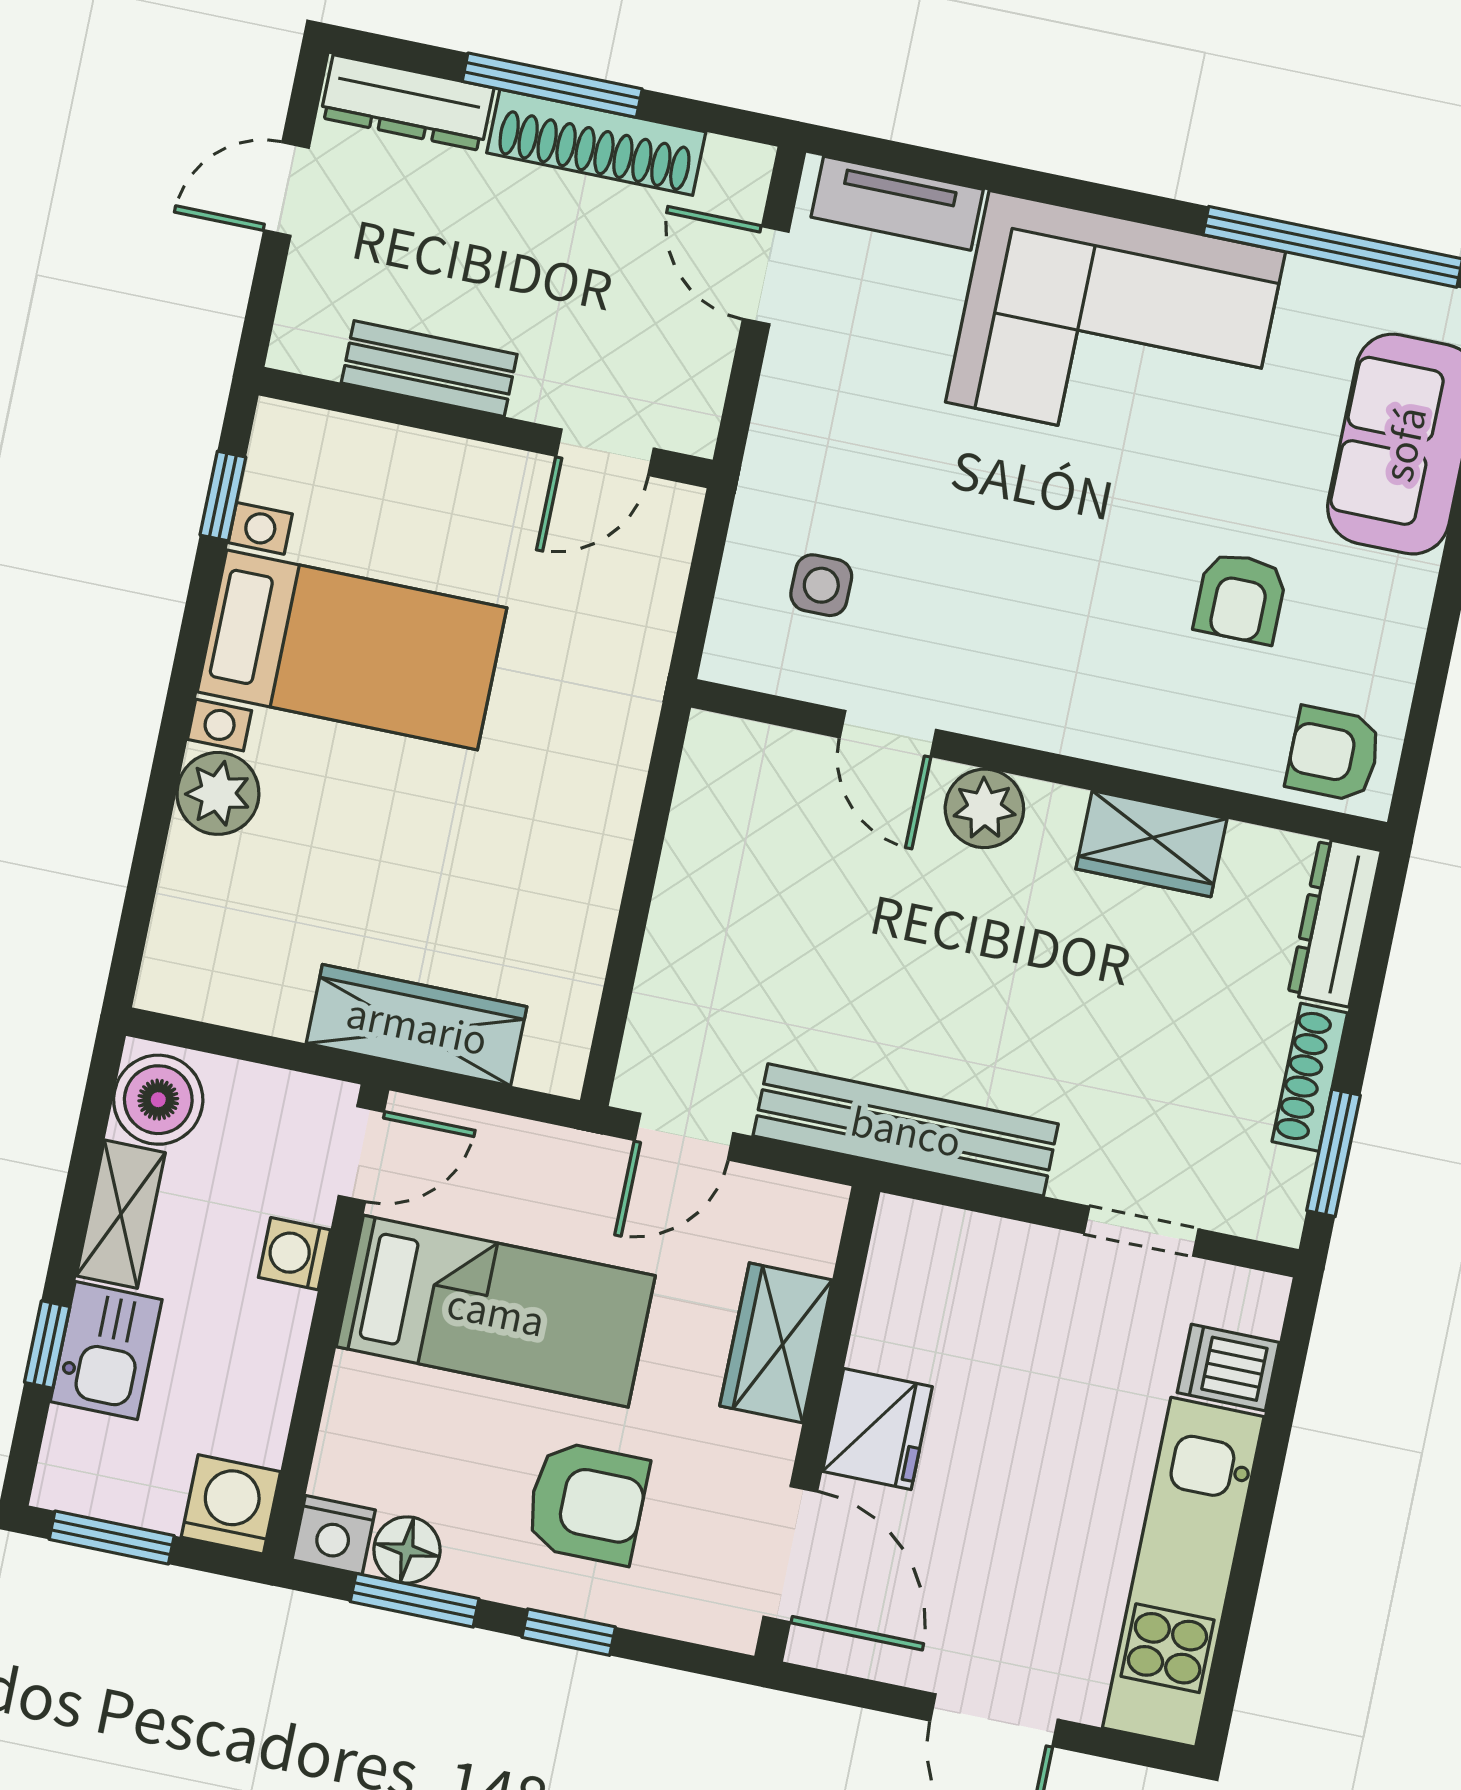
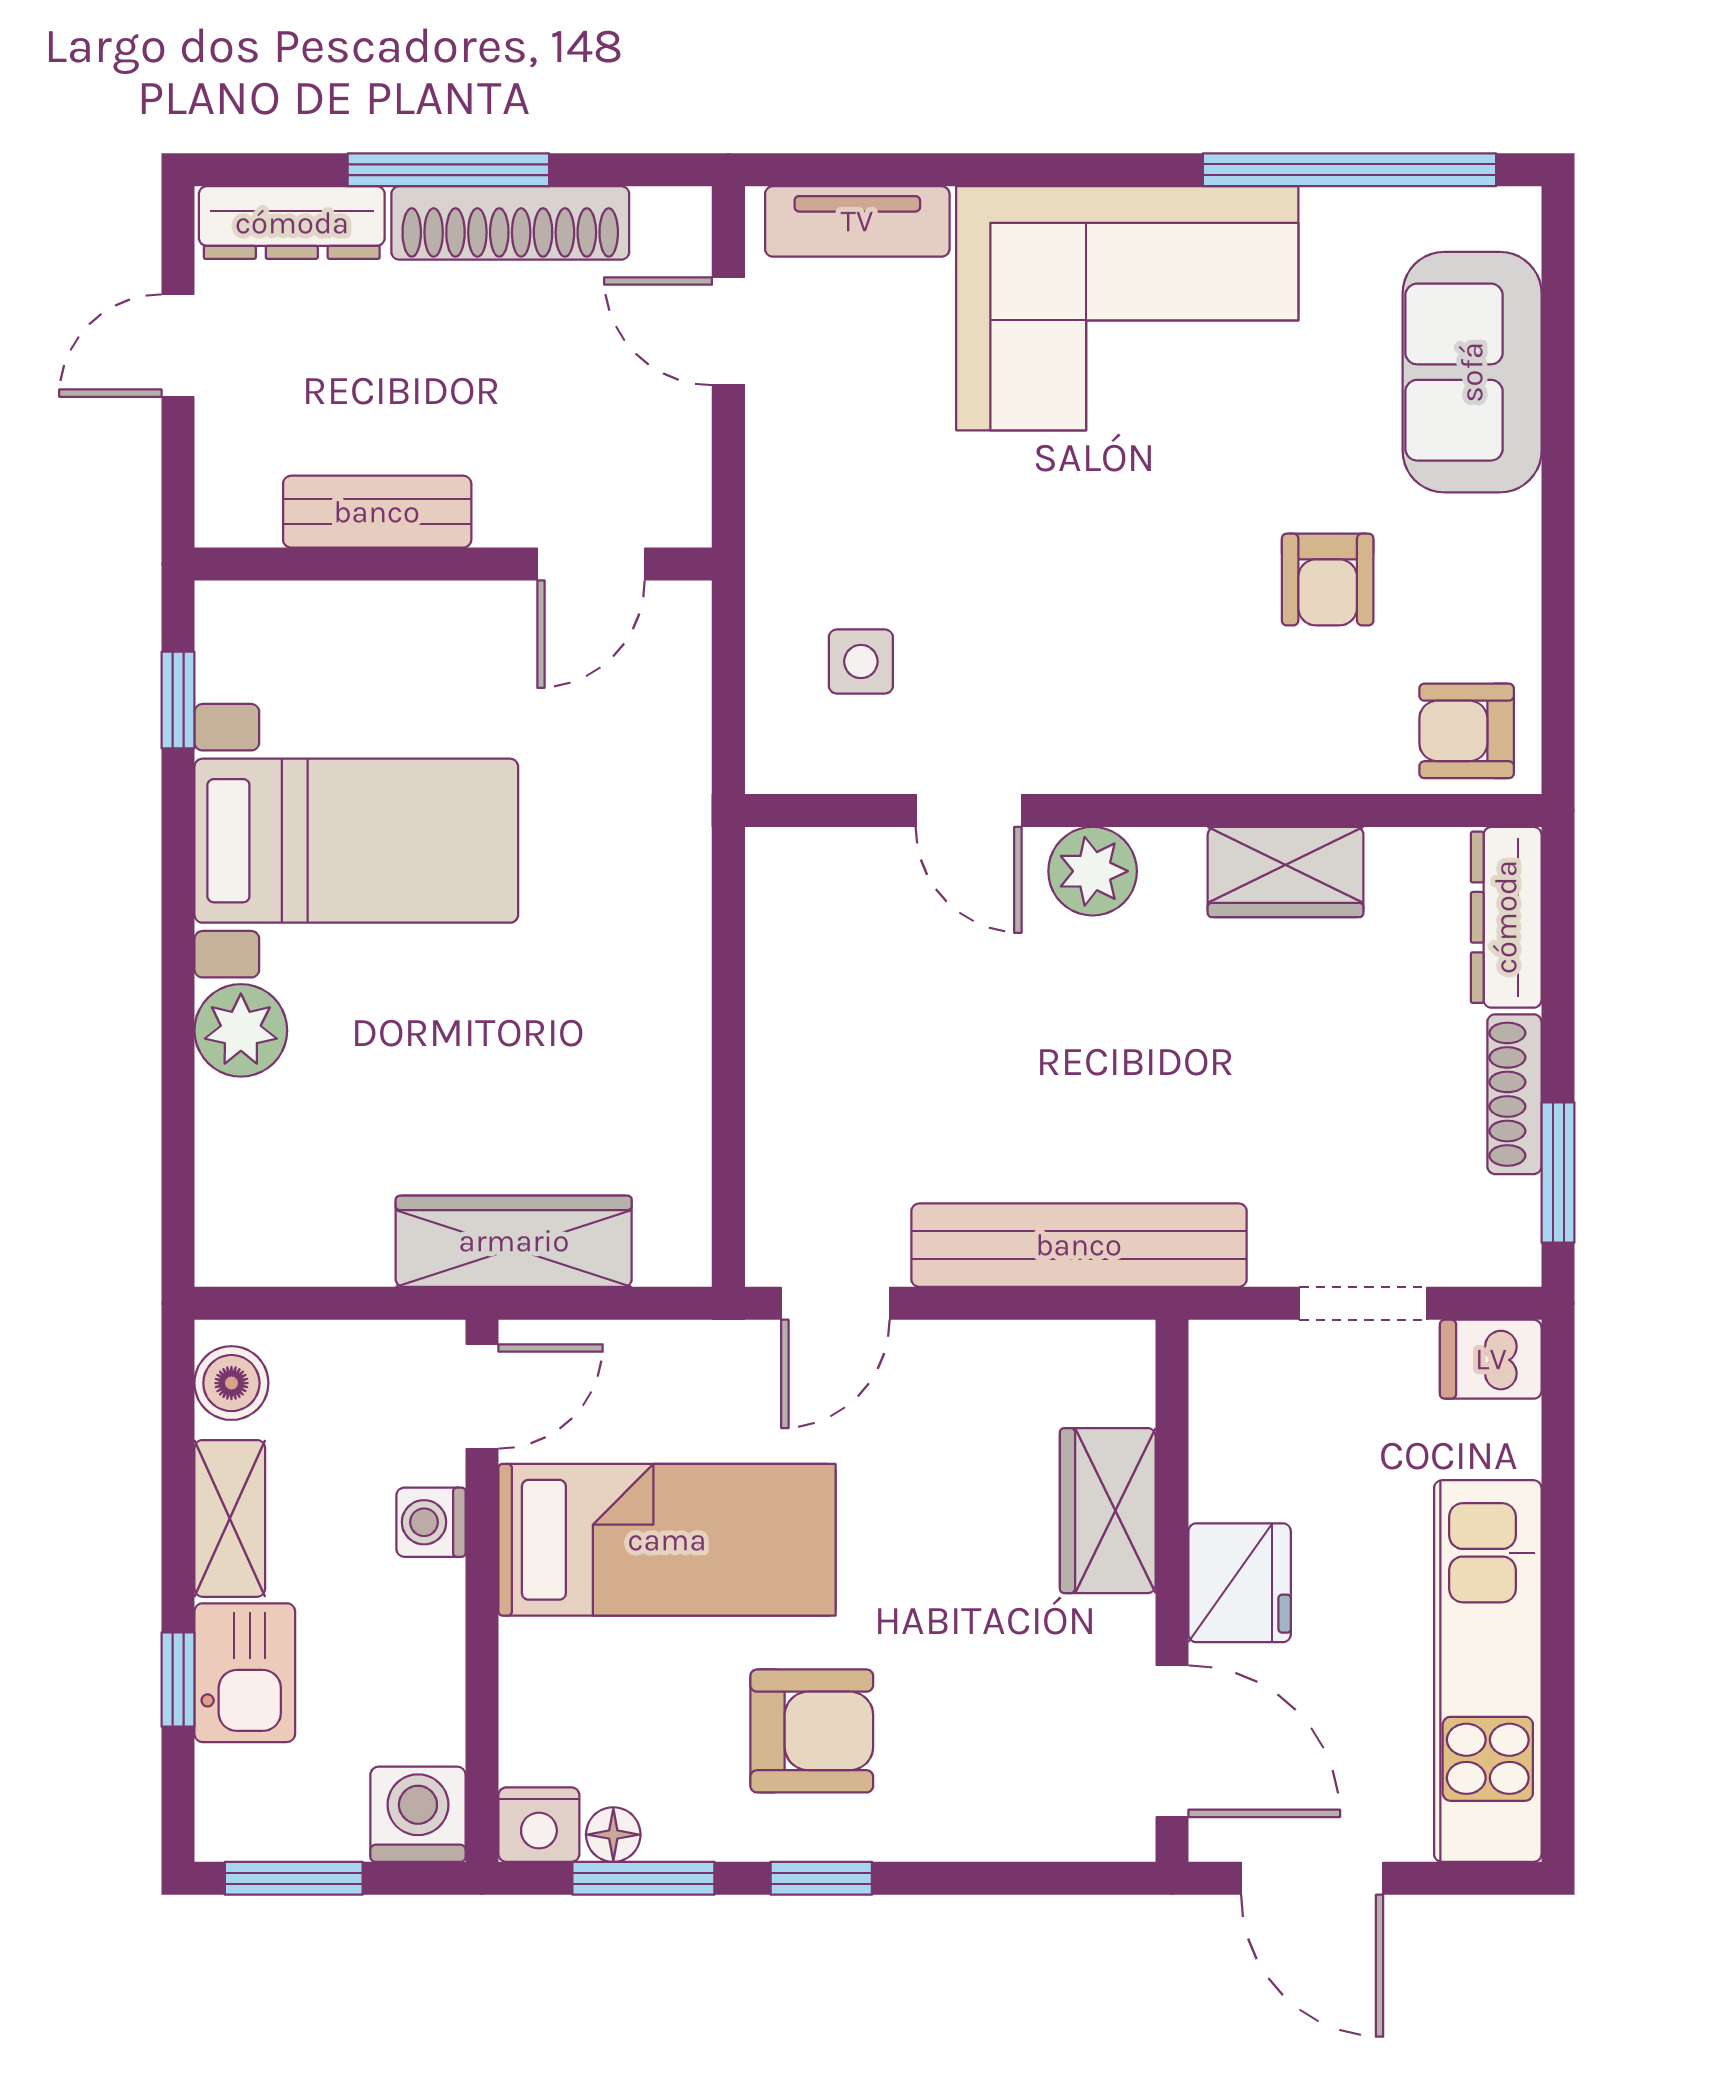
boiler: (158, 1100) -> (231, 1383), width x0.73, depth x0.73
wardrobe: (776, 1343) -> (1108, 1511), moved
dishwasher: (1228, 1367) -> (1491, 1359), moved
wall: (817, 1424) -> (1172, 1591), moved
fridge: (877, 1429) -> (1240, 1583), moved
floor lamp: (407, 1550) -> (613, 1835), width x0.73, depth x0.73
door: (790, 1554) -> (1172, 1741), moved

